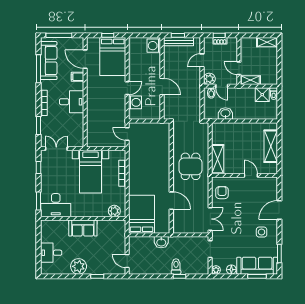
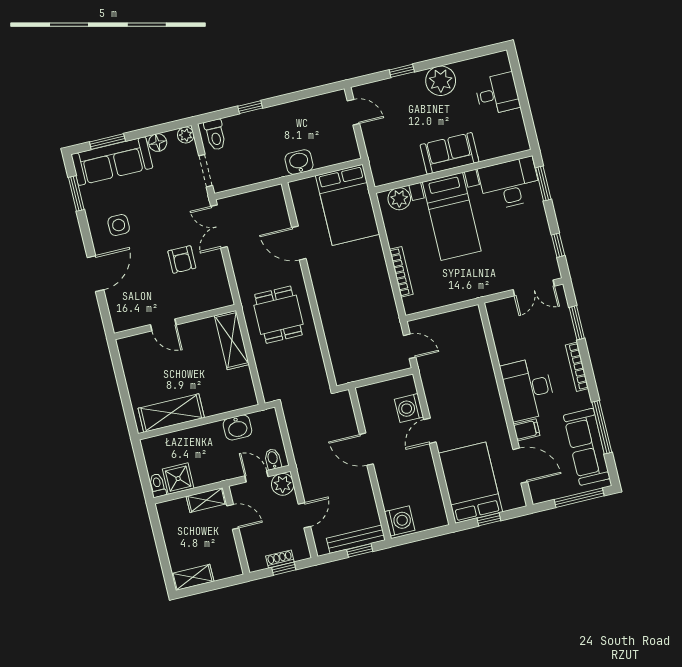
desk: (72, 102) -> (528, 389), width x1.37
shelving: (271, 146) -> (171, 413), moved, turned 90
bed with nightstands: (91, 172) -> (452, 216), moved, turned 180
armchair: (222, 193) -> (182, 259), moved
toilet: (176, 266) -> (215, 135), moved

